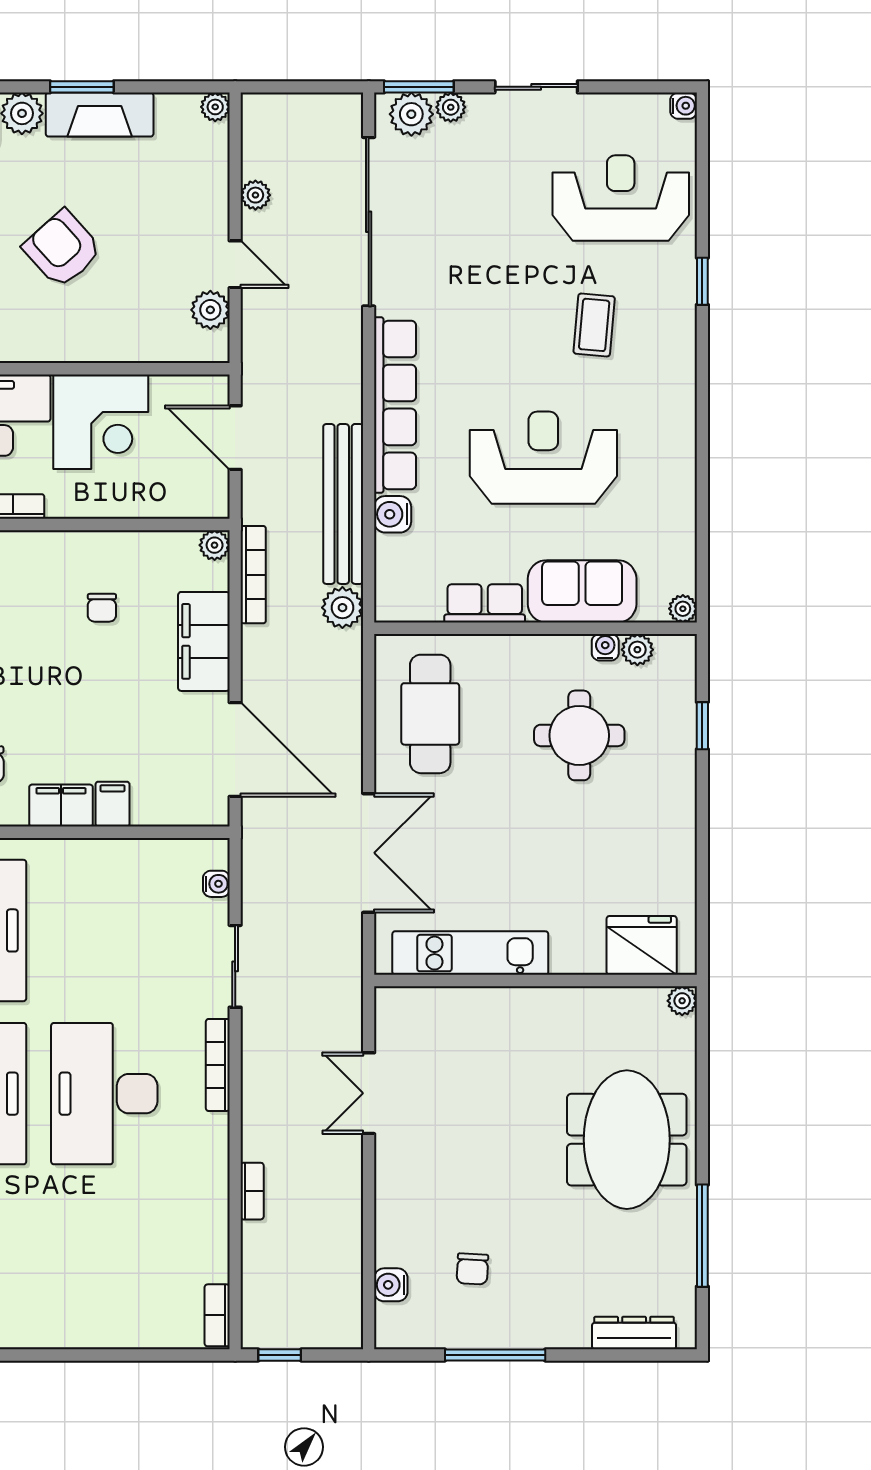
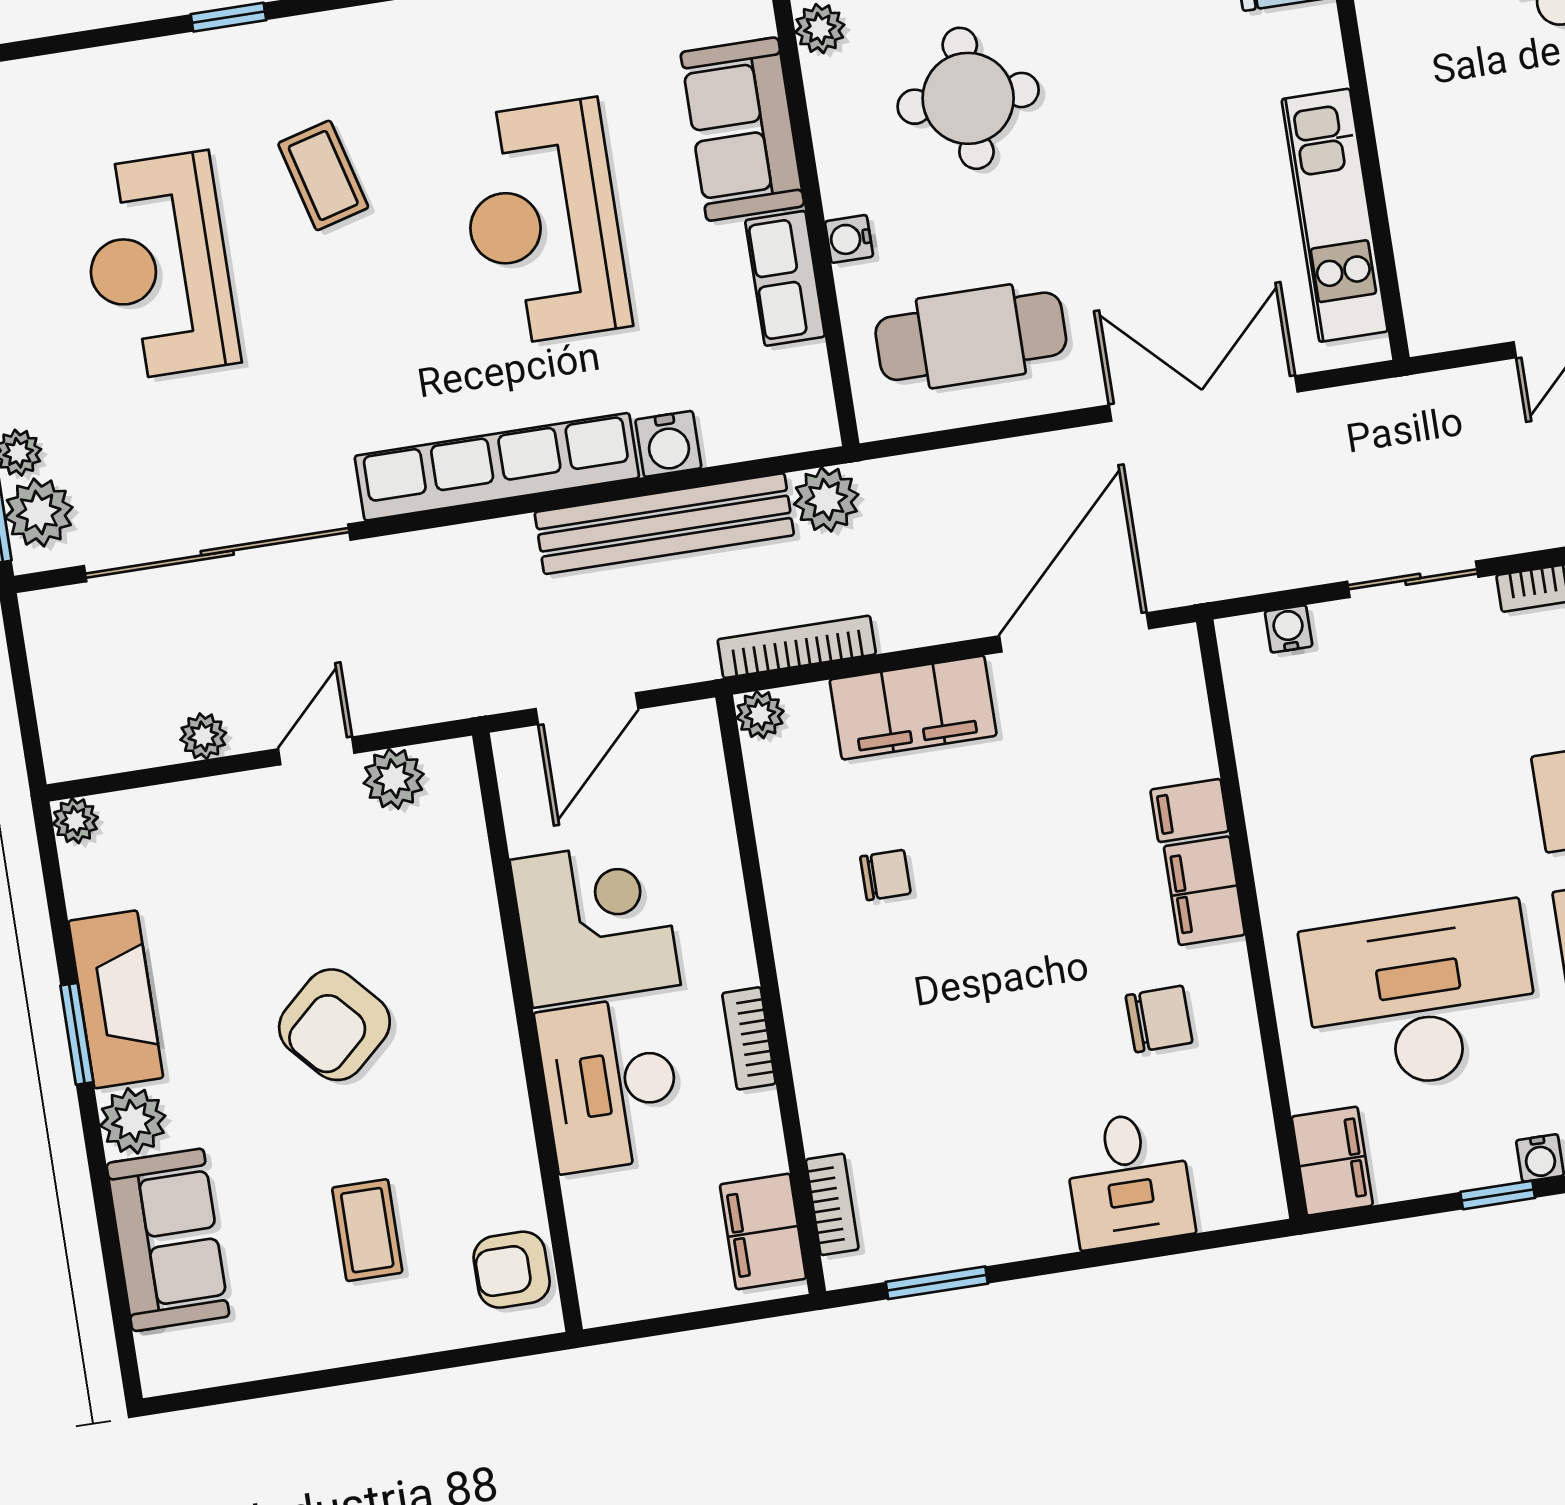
reception desk: (621, 198) -> (158, 266), moved
coffee table: (594, 325) -> (323, 175), turned 70
water cooler: (605, 647) -> (849, 239), moved

